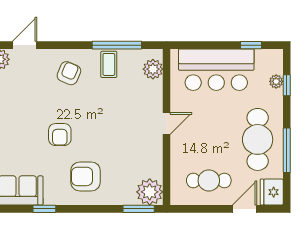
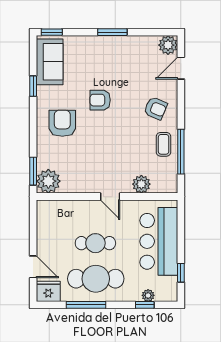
door: (25, 45) -> (181, 68), swing flipped
coffee table: (109, 64) -> (164, 144), turned 90
plant: (153, 69) -> (141, 184), moved
cafe table: (209, 180) -> (95, 243), moved, turned 90

